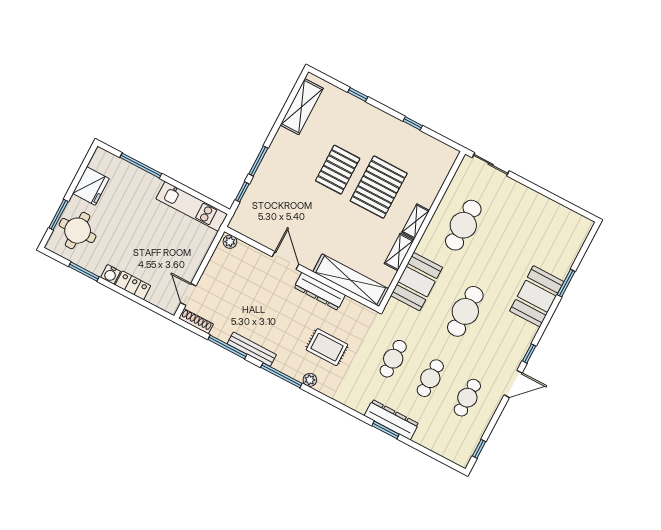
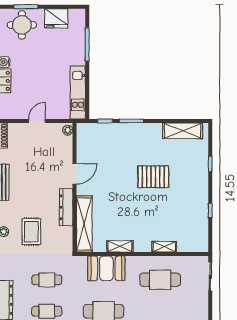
pallet: (379, 187) -> (156, 210), removed
shelving: (416, 221) -> (164, 247), moved
door: (188, 294) -> (37, 121), moved

